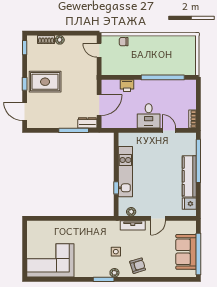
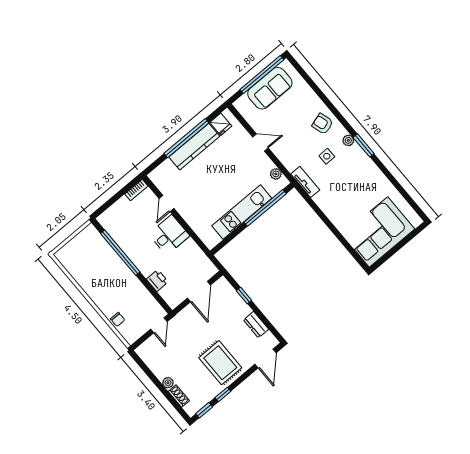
door: (99, 50) -> (159, 325), moved
window: (25, 84) -> (223, 394), moved
door: (99, 105) -> (199, 292), swing flipped
dresser: (87, 123) -> (256, 325), moved
window: (74, 130) -> (244, 296), width x0.46
window: (198, 161) -> (186, 138), moved
window: (116, 188) -> (265, 208), width x3.17
tv unit: (133, 225) -> (305, 182), moved
corner sofa: (50, 260) -> (378, 232), moved, turned 90

